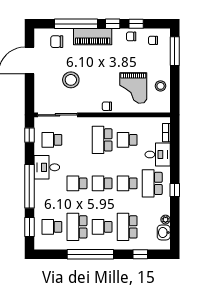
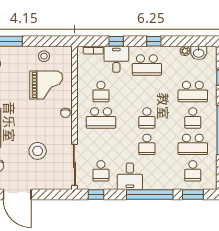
window: (175, 154) -> (116, 41), added
school desk: (127, 183) -> (147, 91), removed

